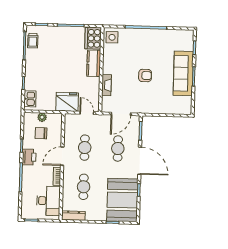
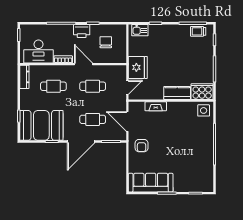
sofa: (183, 73) -> (151, 183), moved
armchair: (145, 75) -> (142, 146), moved
plant: (42, 117) -> (122, 43), removed

